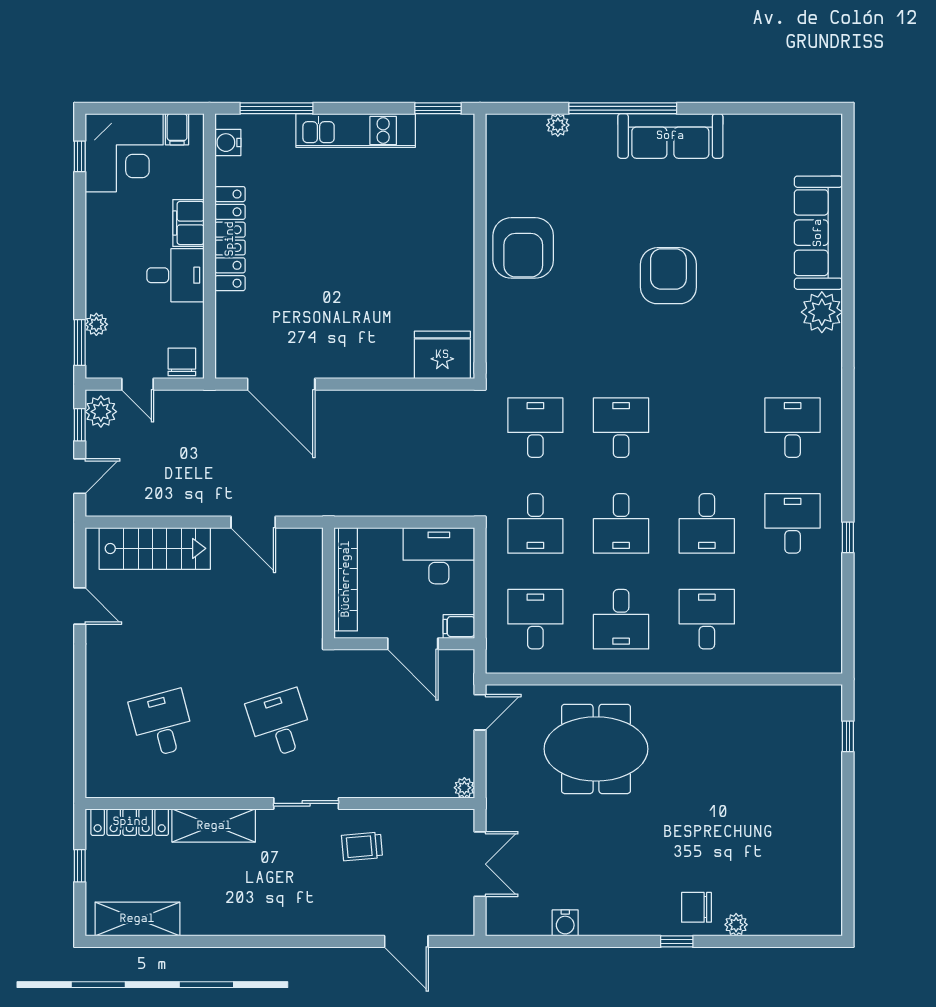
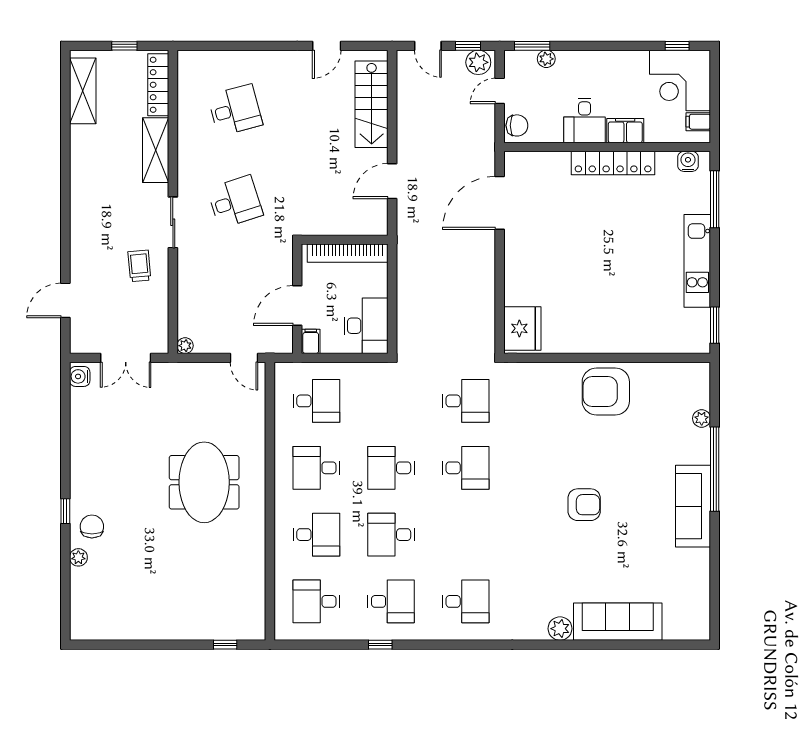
armchair: (668, 276) -> (584, 505), width x0.73, depth x0.73
plant: (822, 312) -> (560, 629), width x0.73, depth x0.73
desk: (535, 523) -> (316, 601), moved
meeting table: (596, 749) -> (204, 482), moved
water cooler: (565, 923) -> (80, 376), moved

